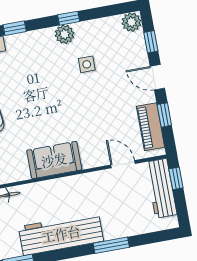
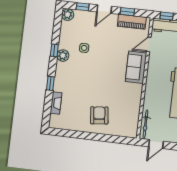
sofa: (54, 160) -> (136, 67), moved

